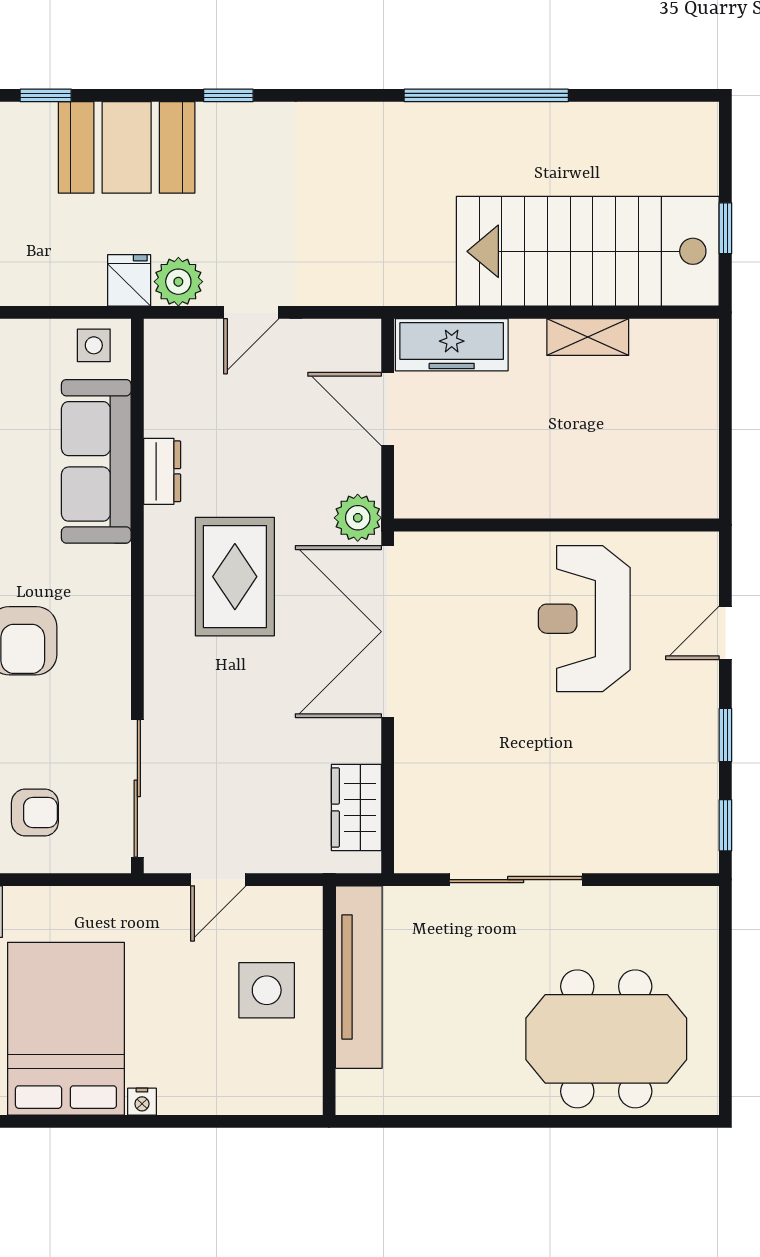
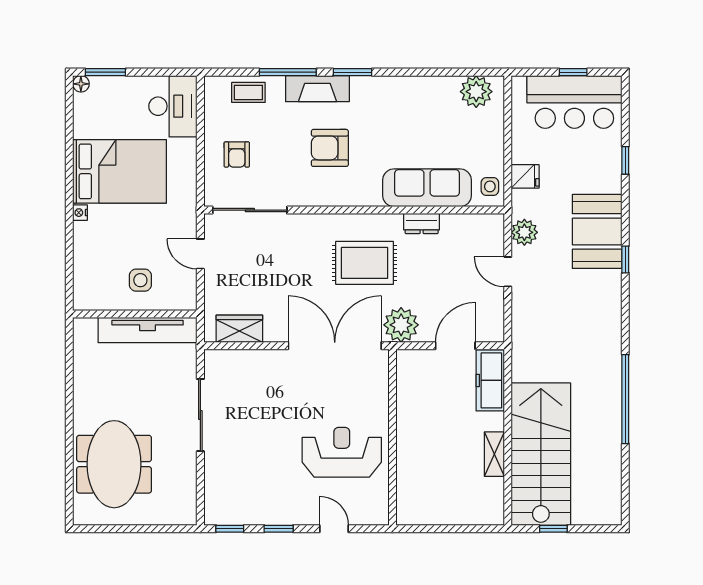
booth: (127, 147) -> (597, 231), moved
fridge: (129, 280) -> (525, 176), moved
plant: (358, 518) -> (401, 325), width x1.36, depth x1.36
side table: (267, 990) -> (140, 280), width x0.73, depth x0.73

